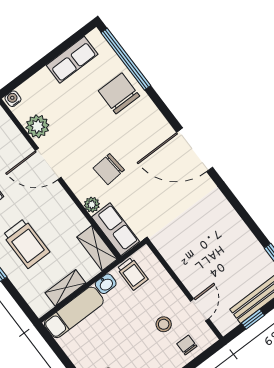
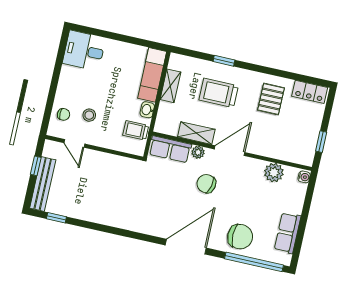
door: (195, 150) -> (186, 247), moved
door: (48, 164) -> (230, 151), moved
chair: (109, 169) -> (206, 184), turned -72
shelving: (97, 248) -> (196, 133), moved

